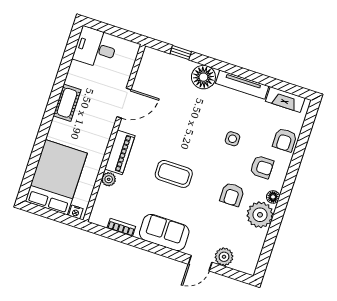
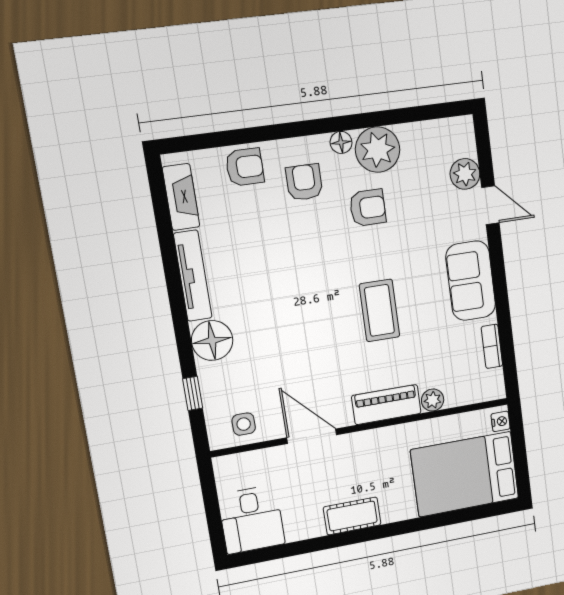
side table: (232, 139) -> (244, 424), moved

